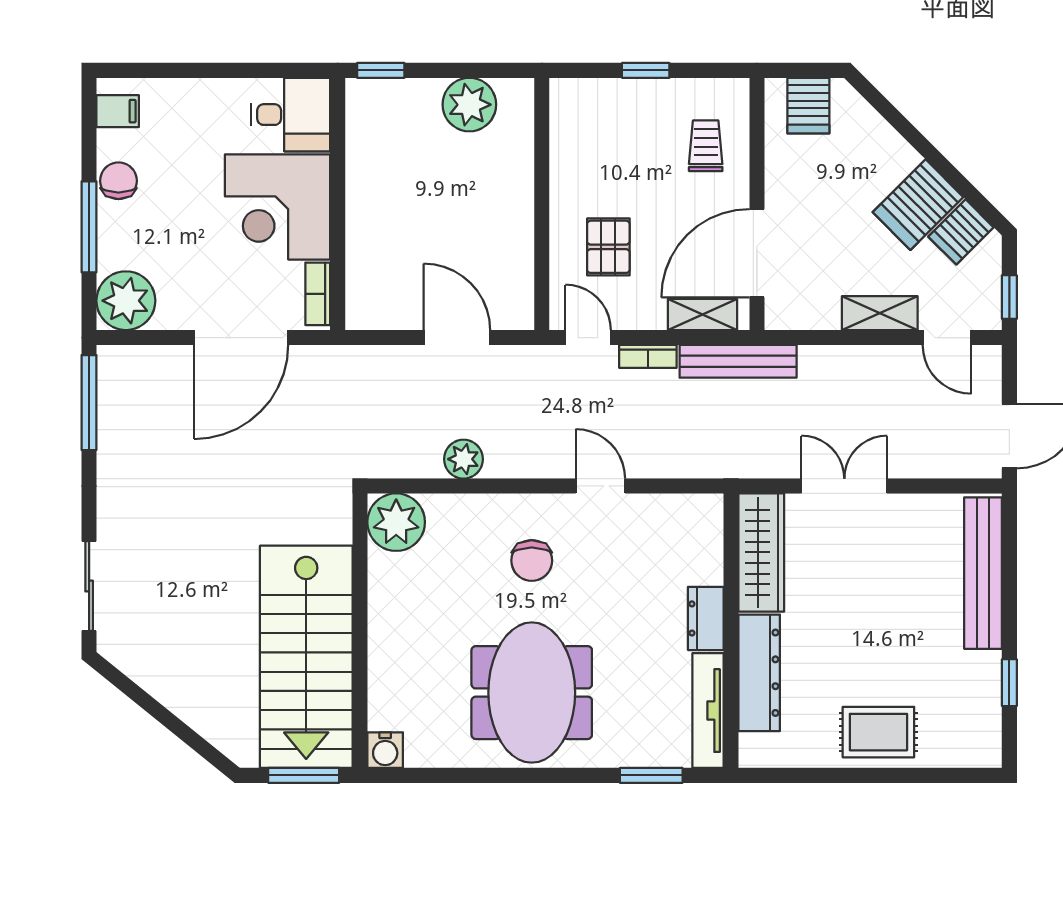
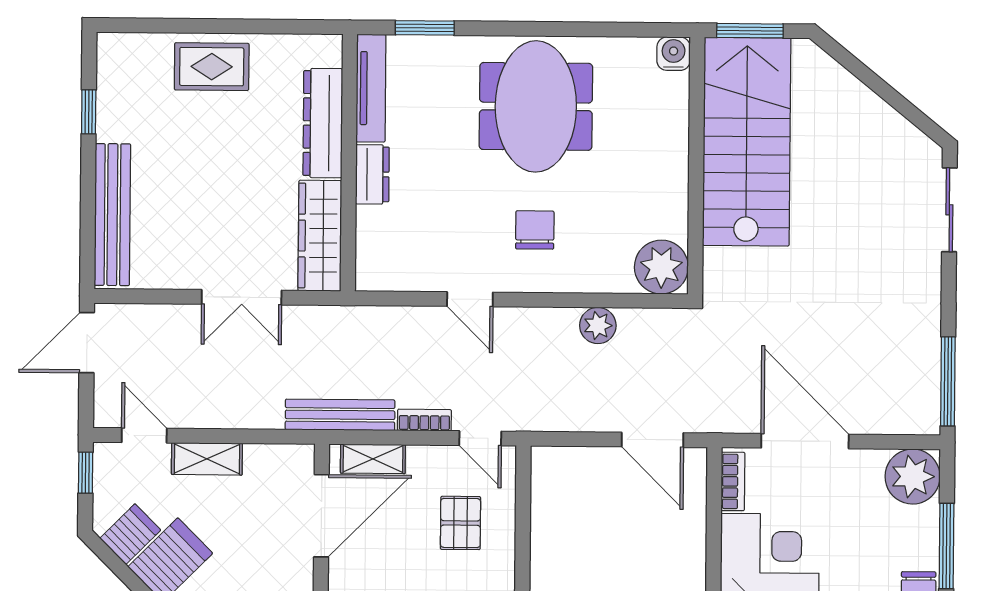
door: (241, 338) -> (805, 441), hinge flipped
door: (457, 338) -> (652, 440), moved

